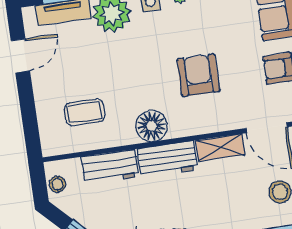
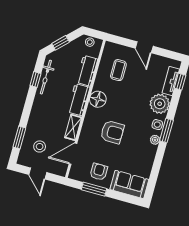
door: (20, 56) -> (144, 47), moved

